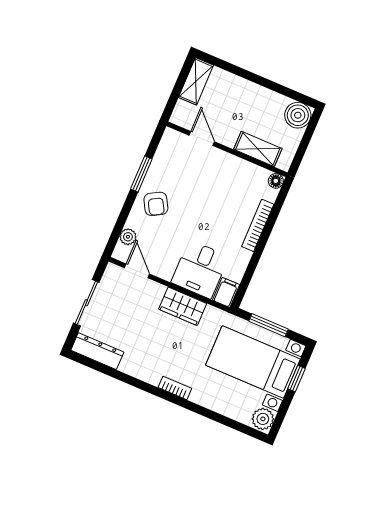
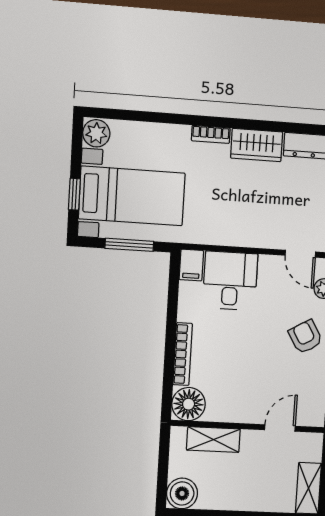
door: (202, 139) -> (280, 428), swing flipped
floor lamp: (276, 181) -> (189, 404), width x1.89, depth x1.89
wardrobe: (183, 306) -> (257, 145), moved, turned 180

